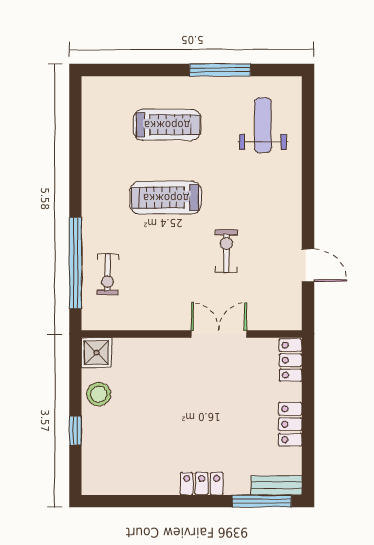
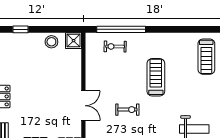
treadmill: (167, 125) -> (206, 57), moved
window: (75, 431) -> (20, 29), moved

